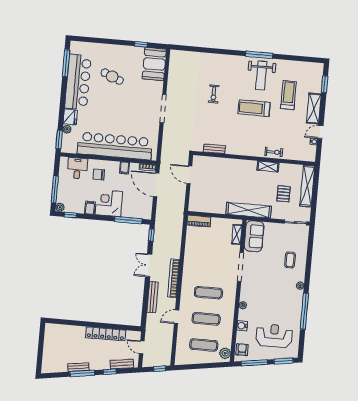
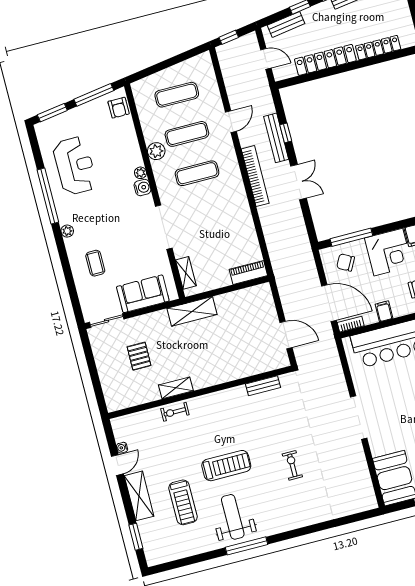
shelving: (307, 186) -> (108, 380), removed
chair: (137, 206) -> (346, 262), added
shelving: (249, 210) -> (192, 311), width x0.68
window: (151, 235) -> (286, 133), moved
sofa: (254, 236) -> (143, 294), moved, turned 90
water cooler: (242, 326) -> (143, 188), moved
locker: (71, 330) -> (378, 48), added
reception desk: (274, 336) -> (75, 166), moved, turned -90
plant: (225, 353) -> (156, 151), moved

